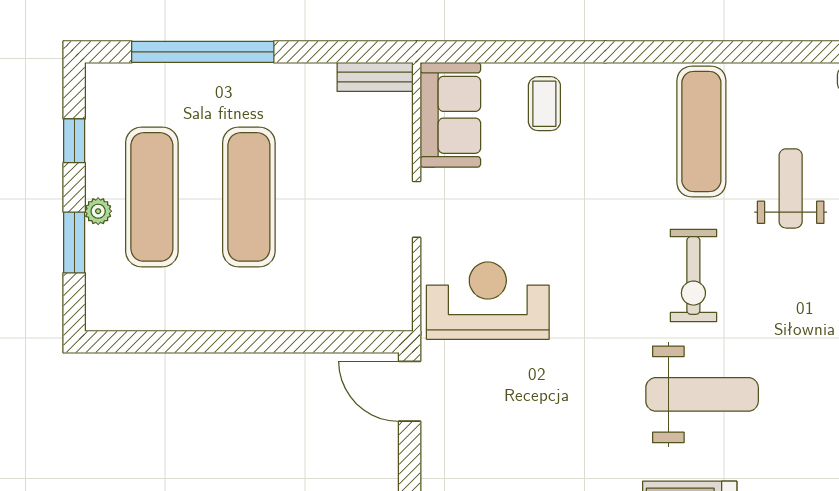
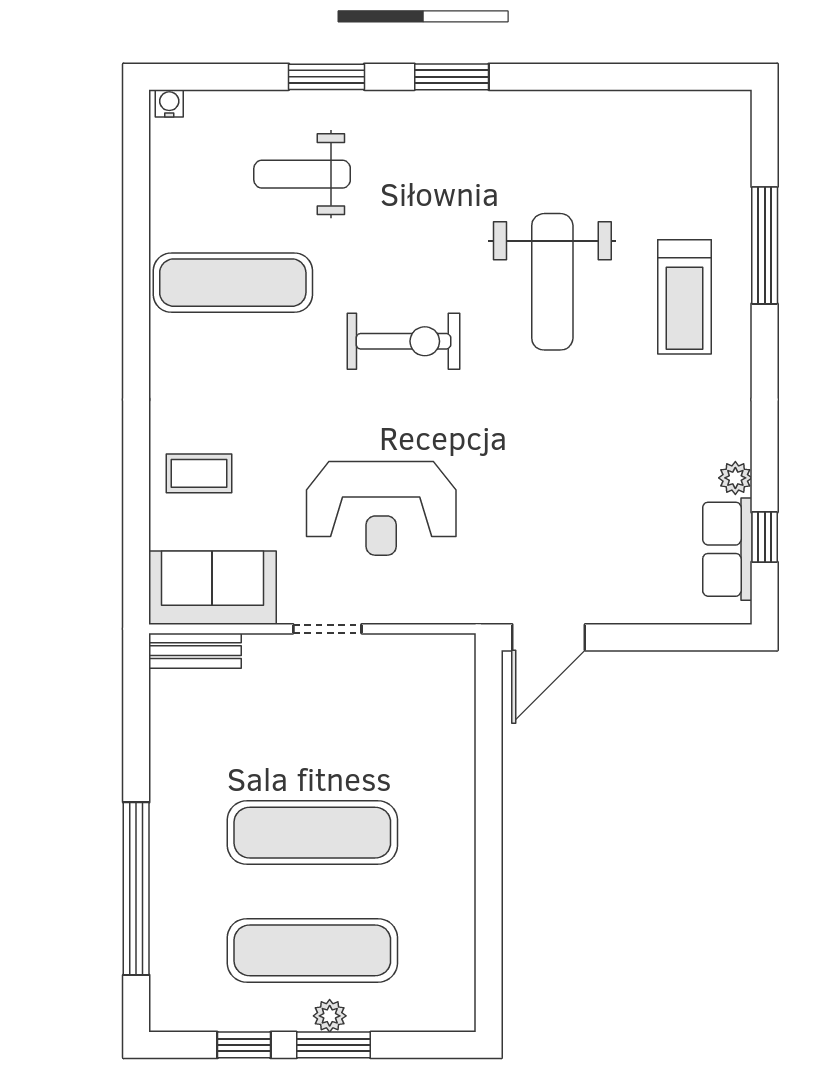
bench: (375, 77) -> (195, 651), moved, turned 90
window: (74, 243) -> (333, 1045), moved
exercise bike: (693, 275) -> (403, 341), moved
reception desk: (488, 301) -> (381, 508), moved, turned -90
weight bench: (702, 394) -> (552, 282), turned 180

